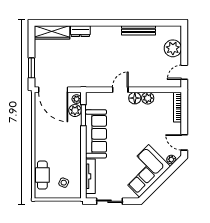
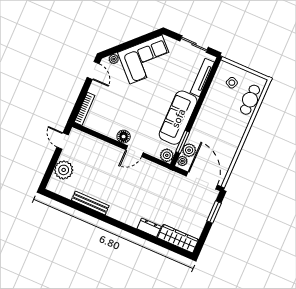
door: (184, 72) -> (63, 141), swing flipped
plant: (148, 98) -> (167, 155), moved

